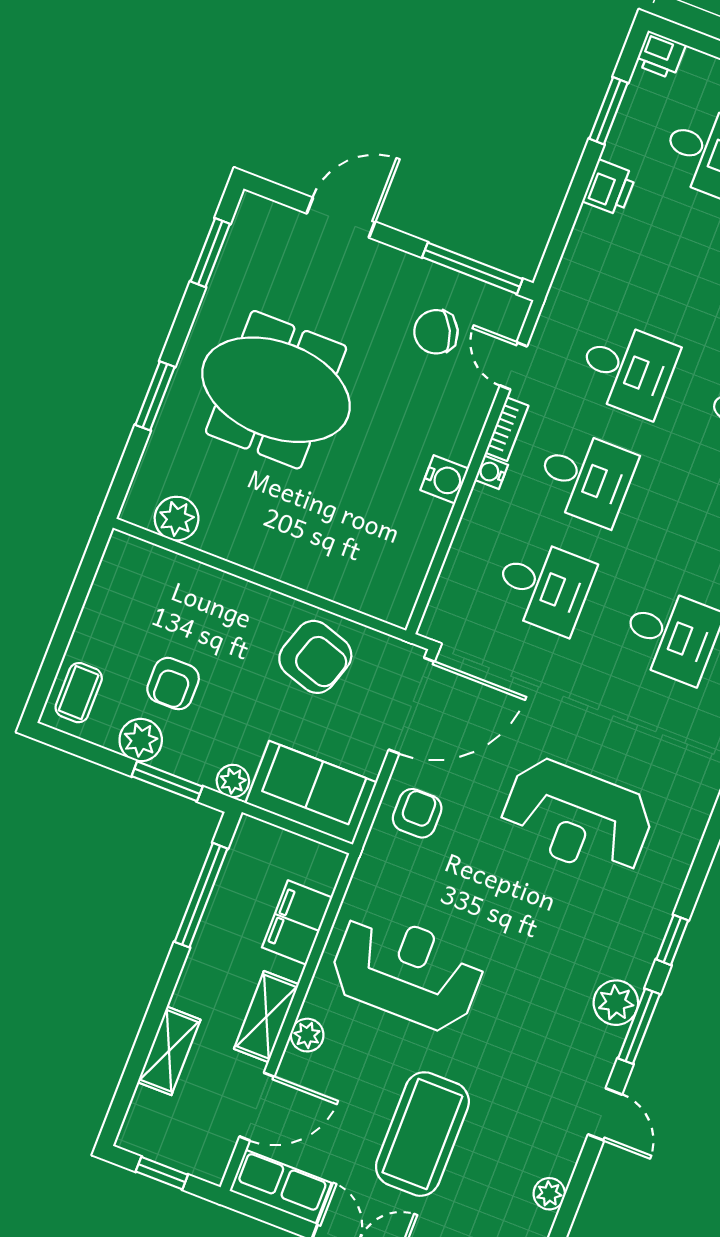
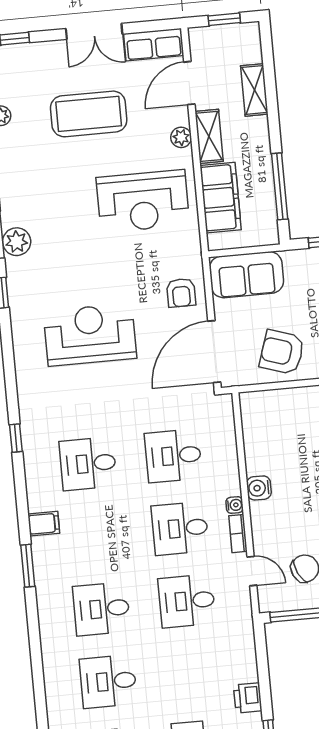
plant: (233, 781) -> (294, 259), removed
filing cabinet: (297, 923) -> (221, 198), width x1.50, depth x1.17
coffee table: (422, 1134) -> (89, 114), turned 90

